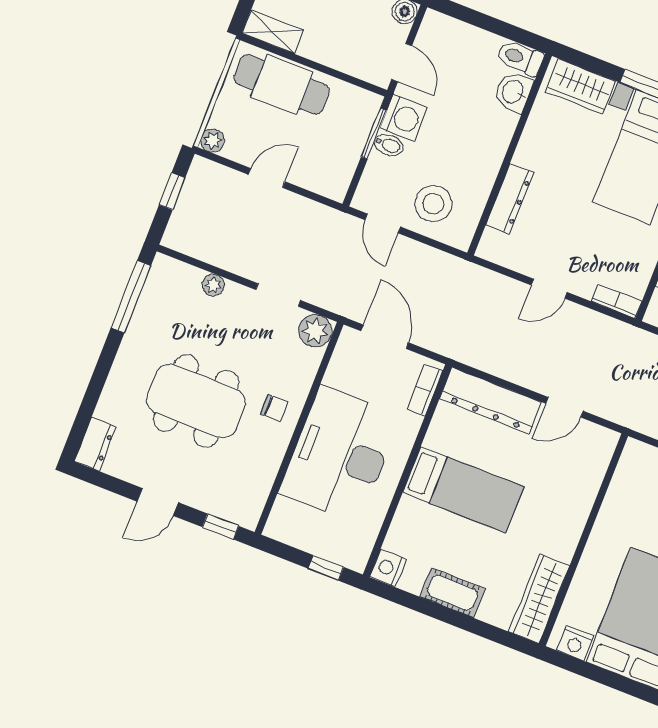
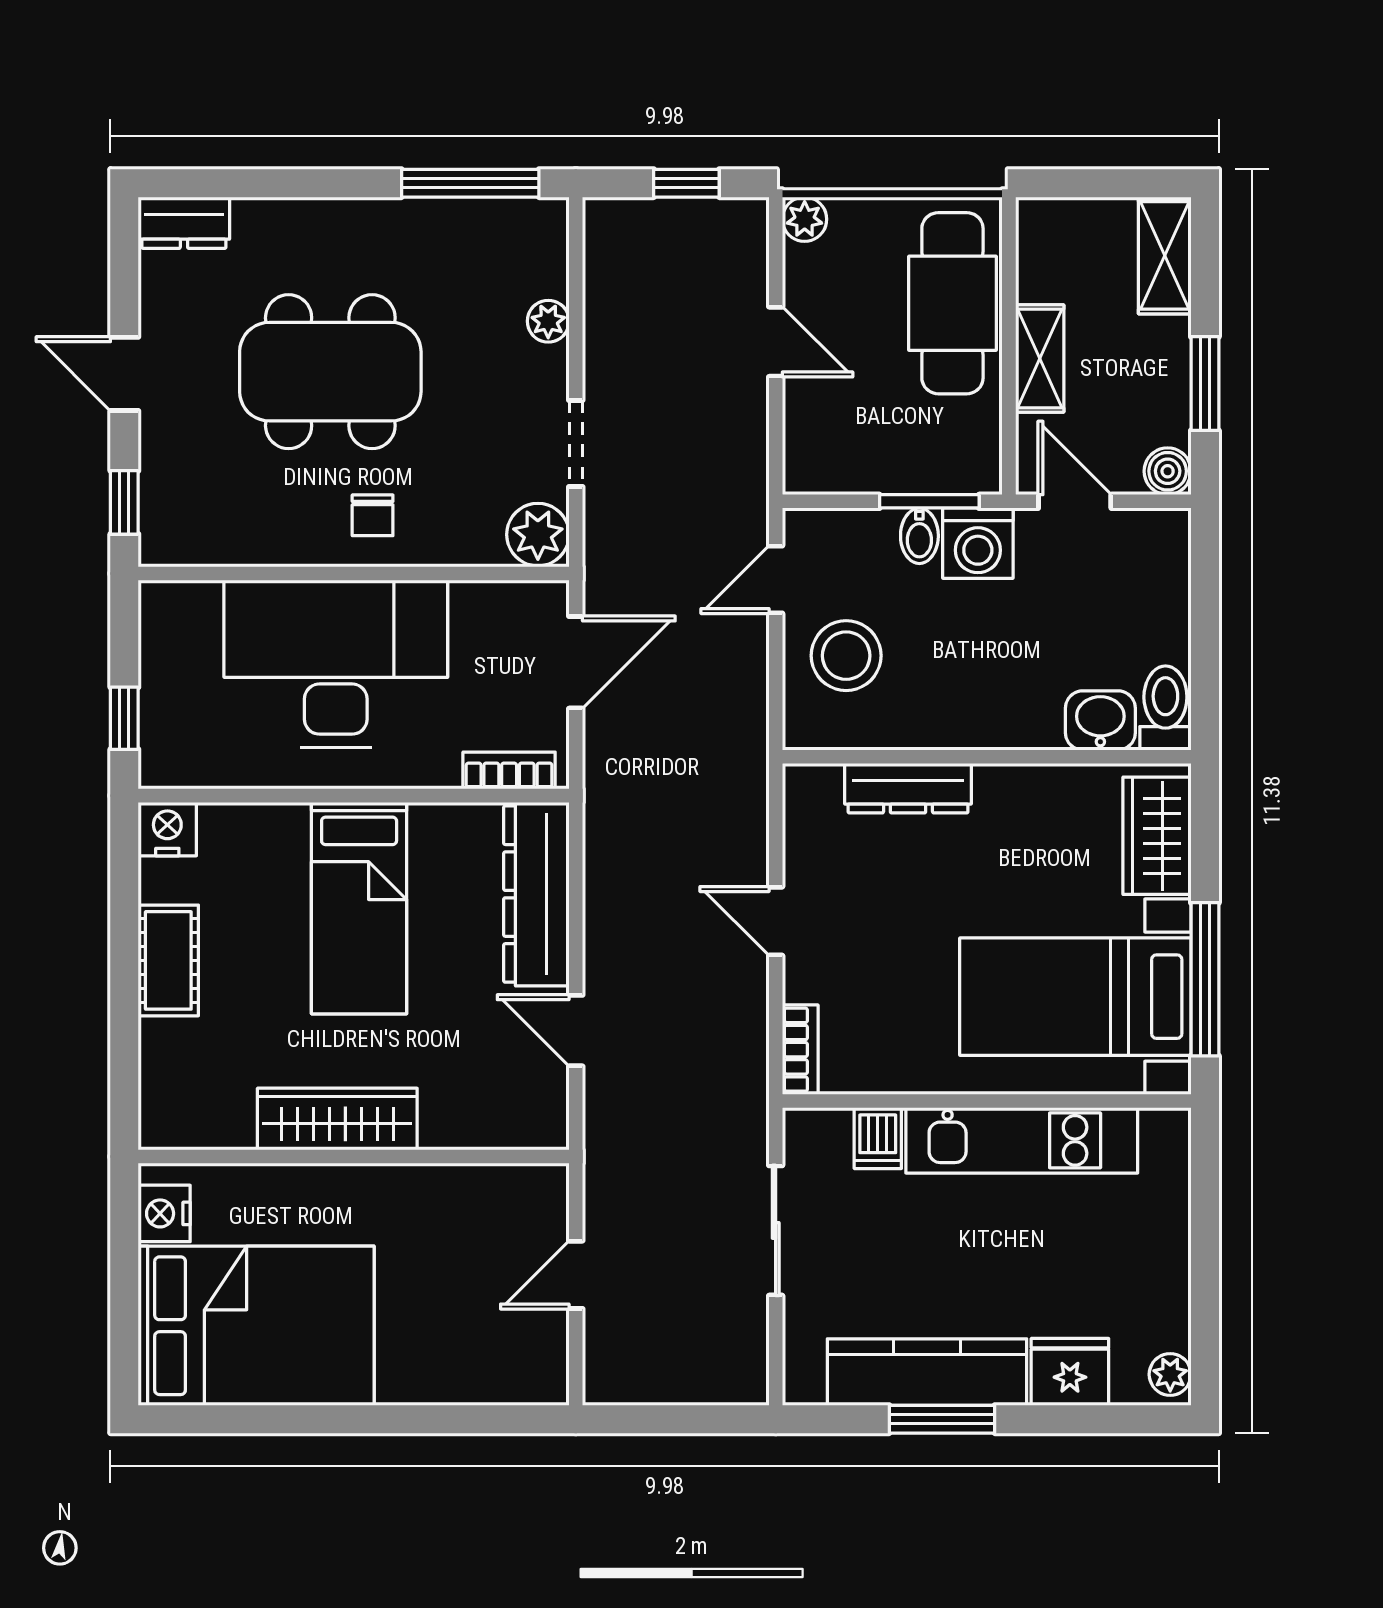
shelving: (273, 32) -> (1040, 358), moved
door: (402, 63) -> (1075, 501), swing flipped
dining table: (196, 401) -> (330, 372), turned 90
wardrobe: (539, 599) -> (337, 1119), moved

